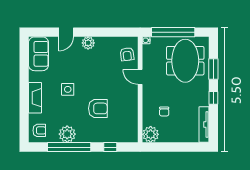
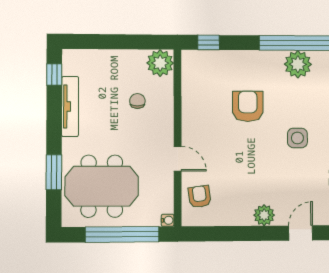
meeting table: (185, 61) -> (102, 186), turned 90
window: (213, 98) -> (54, 74), moved
armchair: (98, 108) -> (248, 106), turned 90
tv unit: (204, 125) -> (70, 106), moved
window: (110, 147) -> (209, 42), moved

